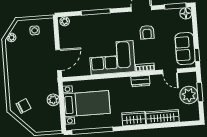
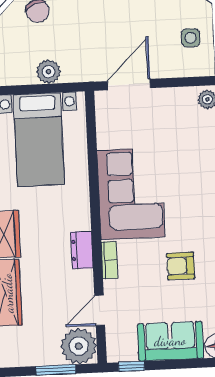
sofa: (185, 49) -> (170, 341), moved
door: (58, 60) -> (129, 85), swing flipped
plant: (189, 95) -> (79, 346), moved

